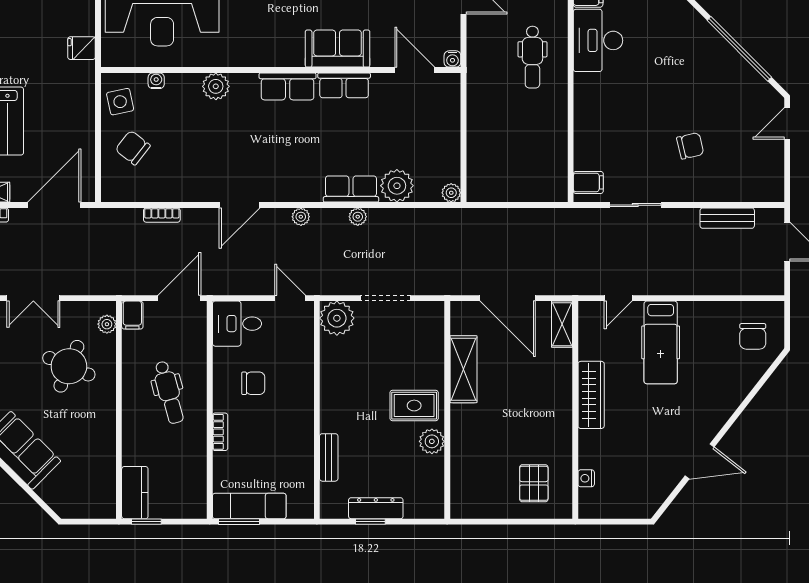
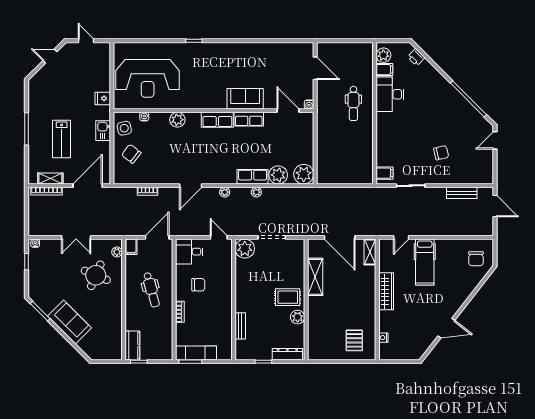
kitchen sink: (82, 106) -> (103, 131), added
plant: (451, 193) -> (304, 174), width x1.87, depth x1.87
dresser: (376, 508) -> (287, 354), moved

